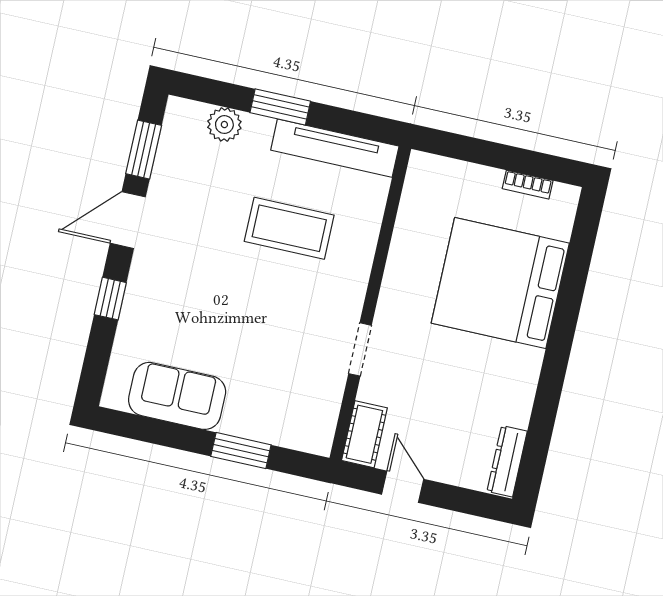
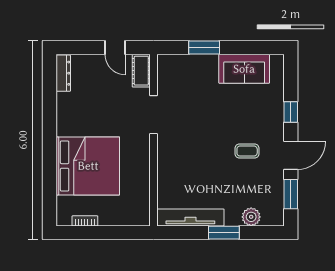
coffee table: (289, 228) -> (247, 151), moved, width x0.54, depth x0.58
doorway: (360, 349) -> (154, 115), width x1.38

